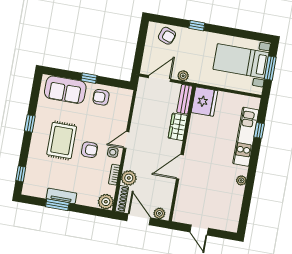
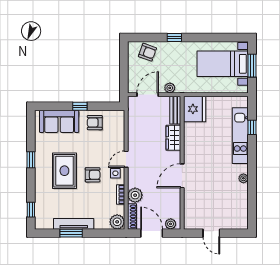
tv unit: (61, 196) -> (74, 224), width x1.41

